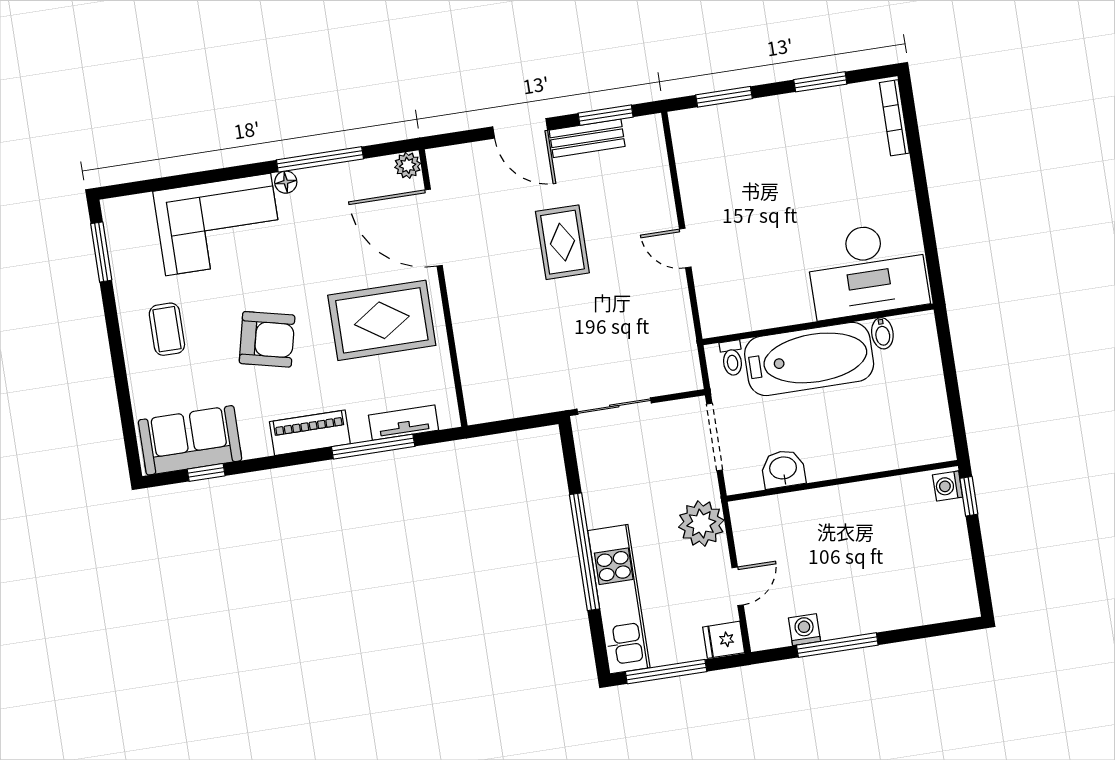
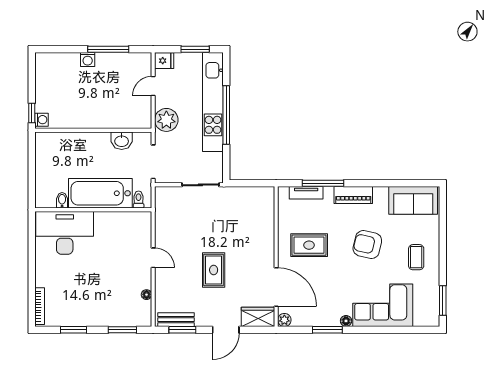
door: (520, 128) -> (226, 330), swing flipped
bench: (587, 138) -> (176, 320), moved
window: (320, 159) -> (327, 330), width x0.69
wardrobe: (461, 163) -> (258, 317), added
floor lamp: (687, 173) -> (147, 295), added
rug: (382, 320) -> (309, 245), width x0.73, depth x0.70
window: (206, 472) -> (408, 183), removed
kitchen unit: (619, 599) -> (213, 102), width x1.36
washing machine: (804, 630) -> (88, 59), moved
window: (666, 672) -> (195, 49), width x0.69

